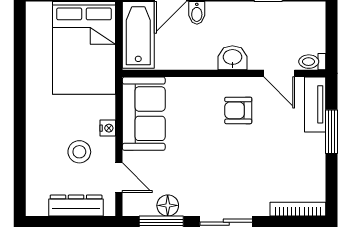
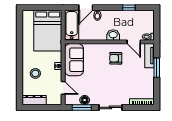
stool: (79, 152) -> (35, 73), moved
dresser: (76, 206) -> (34, 100), moved

